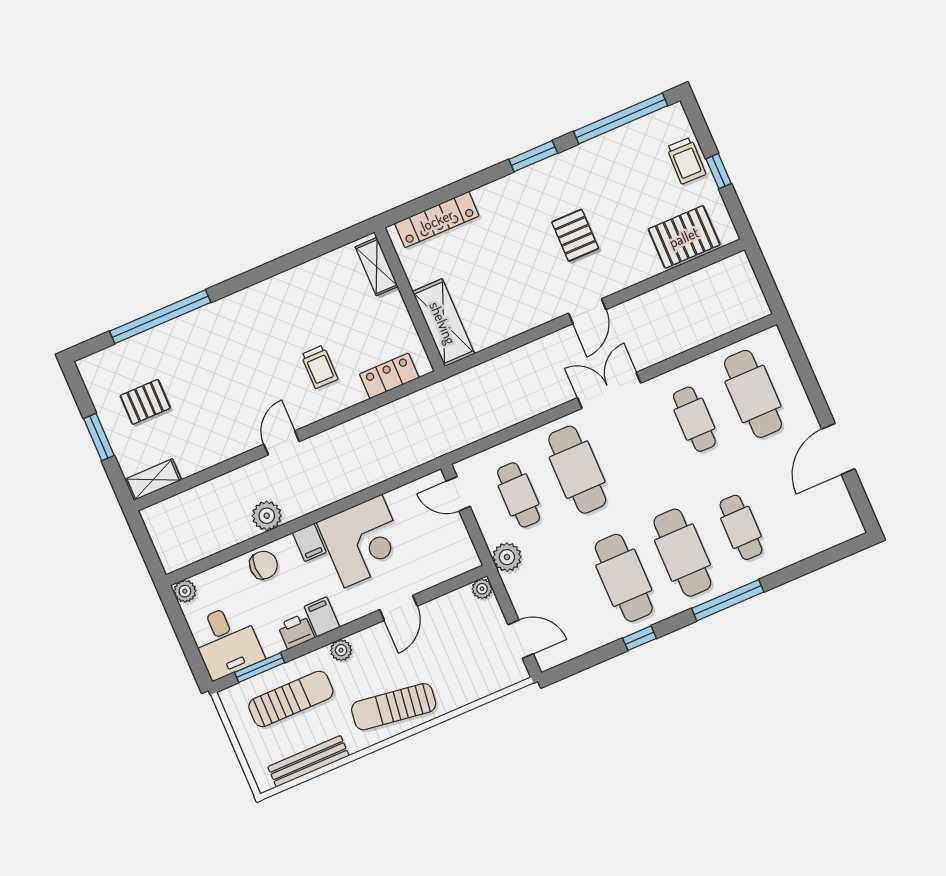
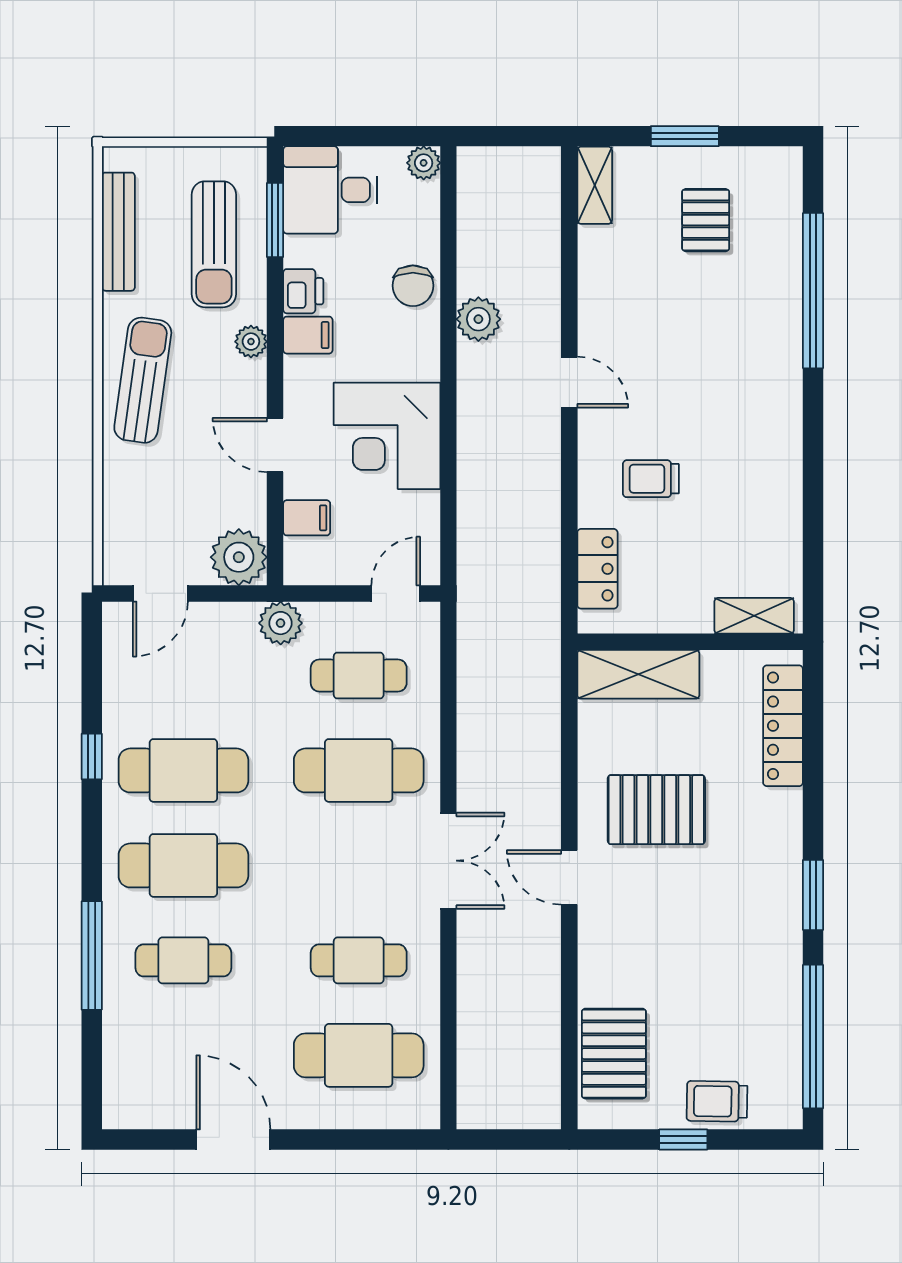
pallet: (575, 235) -> (656, 810), moved, width x1.50, depth x1.42
filing cabinet: (309, 543) -> (307, 518), moved, turned 180
plant: (482, 589) -> (239, 557), width x1.88, depth x1.88
window: (728, 600) -> (92, 955), moved

